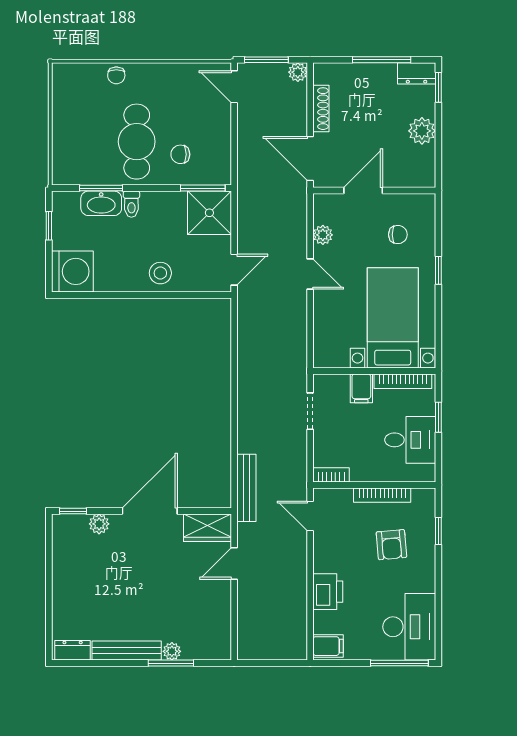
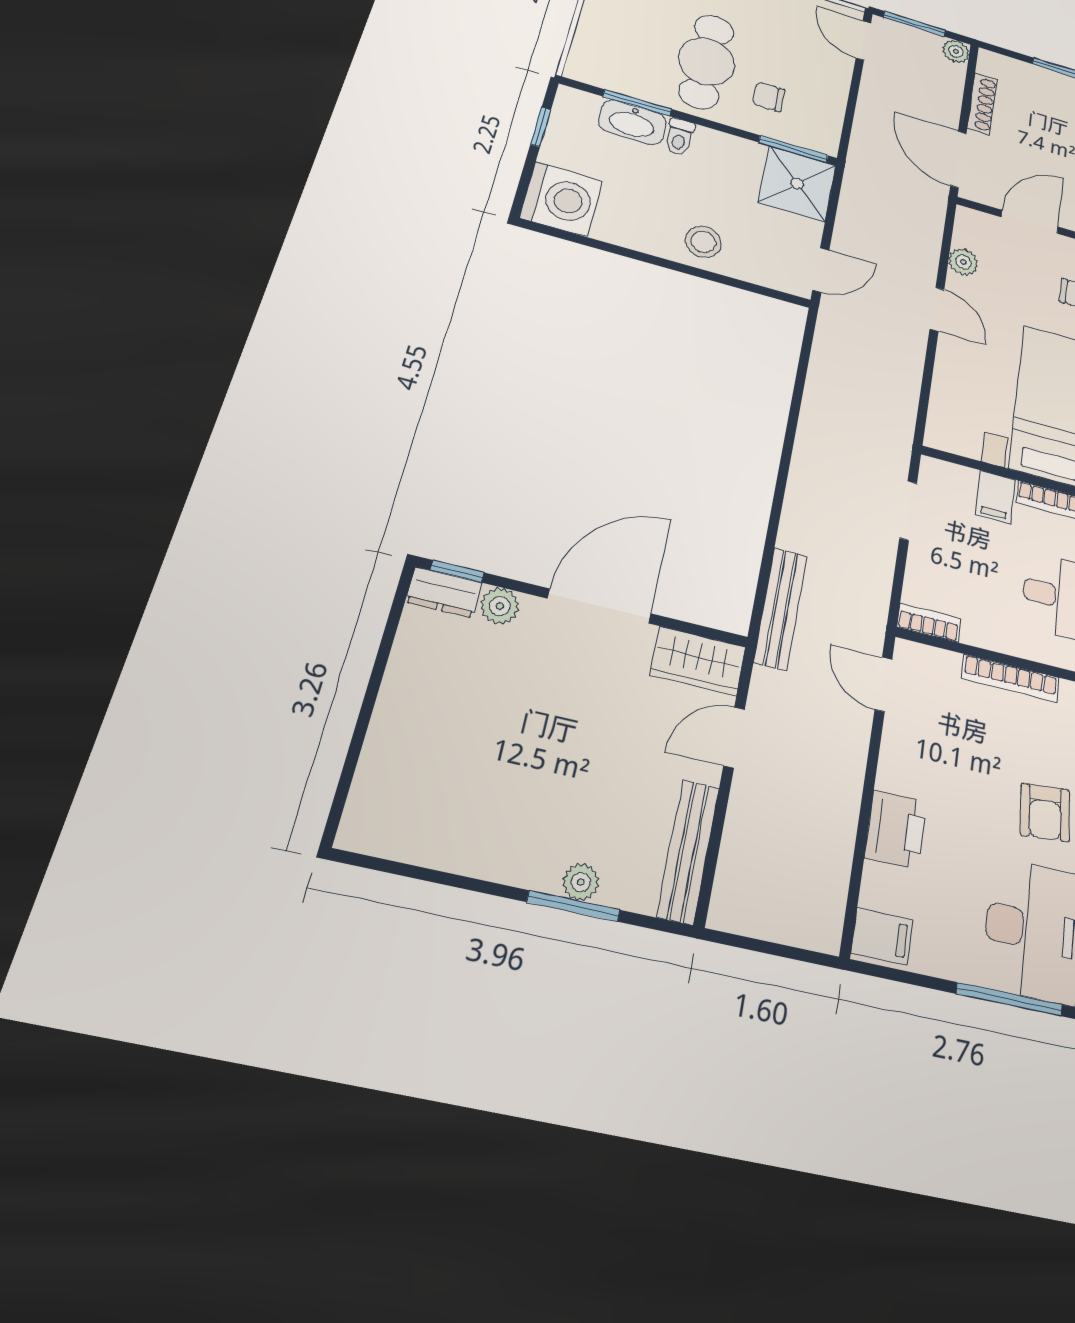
armchair: (391, 545) -> (1045, 812), moved
dresser: (73, 650) -> (444, 592), moved, turned 180
bench: (127, 651) -> (688, 852), moved, turned 90

